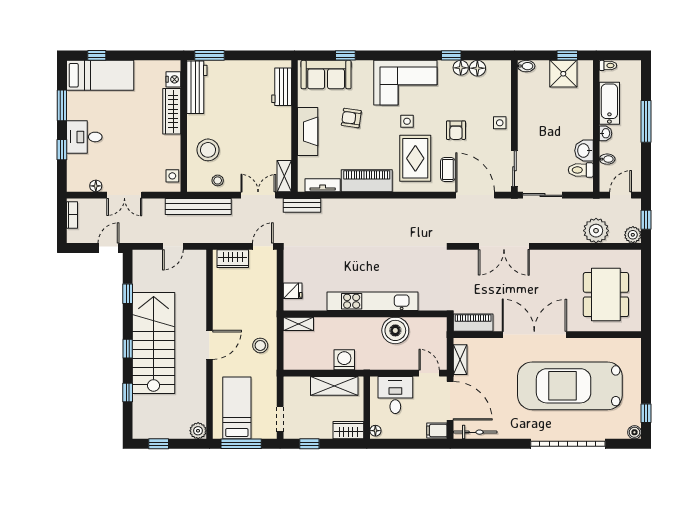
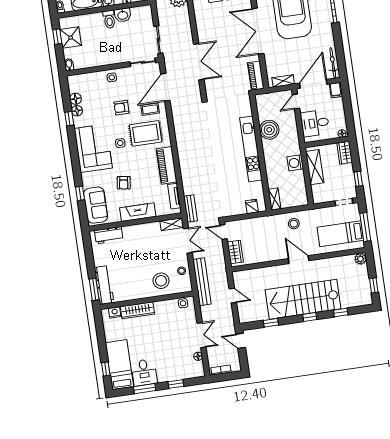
workbench: (197, 87) -> (104, 285), moved, turned 90
armchair: (456, 130) -> (121, 108), turned 180
desk: (84, 137) -> (144, 372), moved
toilet: (581, 170) -> (109, 19), moved
double door: (258, 195) -> (188, 241), swing flipped

